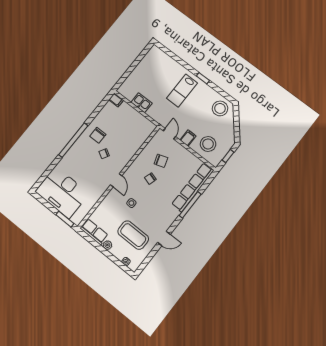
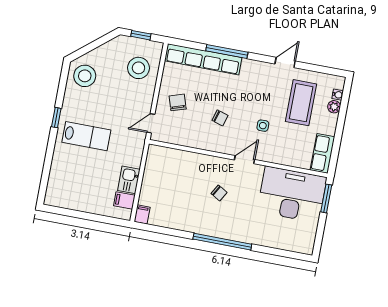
chair: (98, 135) -> (200, 214), removed
filing cabinet: (188, 138) -> (124, 201), moved
chair: (161, 161) -> (178, 102), moved
desk: (62, 192) -> (292, 194), moved, turned -90
door: (164, 238) -> (285, 62), hinge flipped
plant: (107, 245) -> (334, 107), moved

